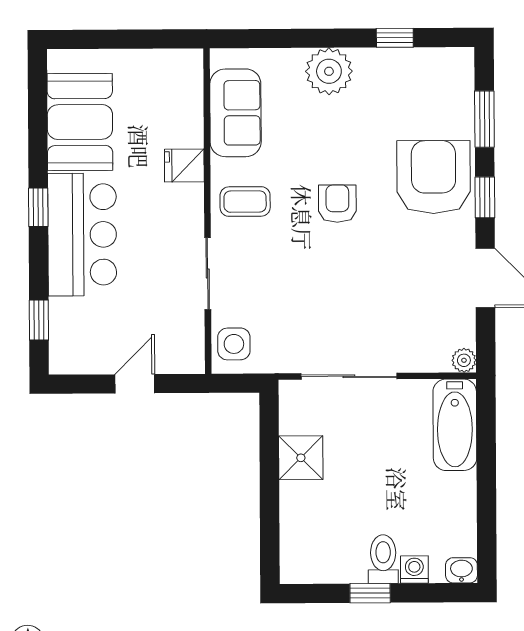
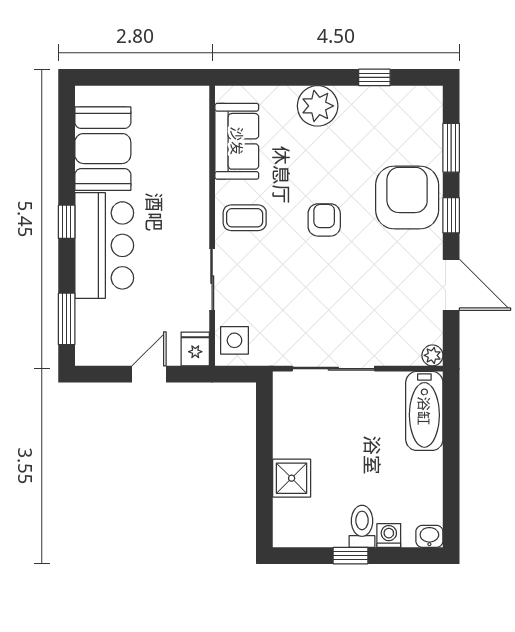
fridge: (184, 165) -> (195, 349), moved, turned 90
window: (39, 320) -> (67, 319), width x1.50
shower: (301, 458) -> (292, 478), moved

